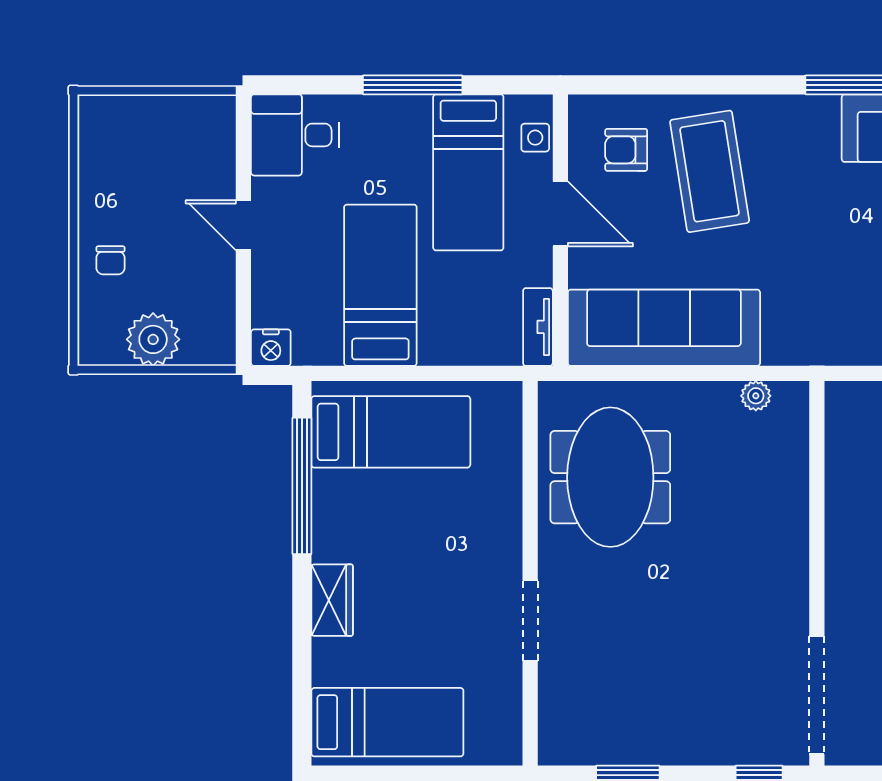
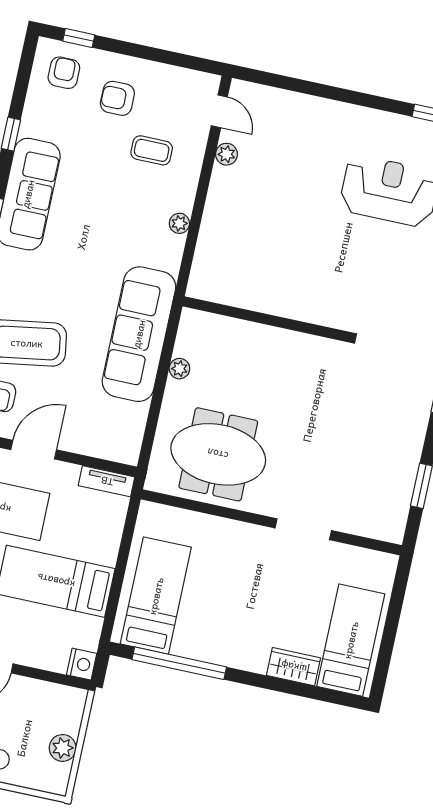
sofa: (664, 328) -> (139, 334), moved
plant: (153, 339) -> (63, 748), width x0.73, depth x0.73
plant: (756, 396) -> (179, 369), moved
wardrobe: (332, 600) -> (294, 667), moved

